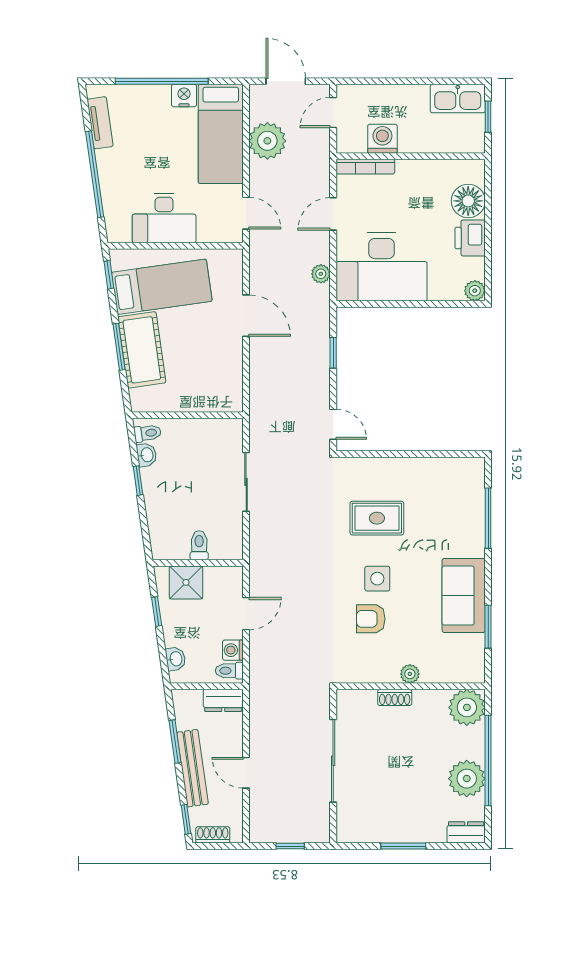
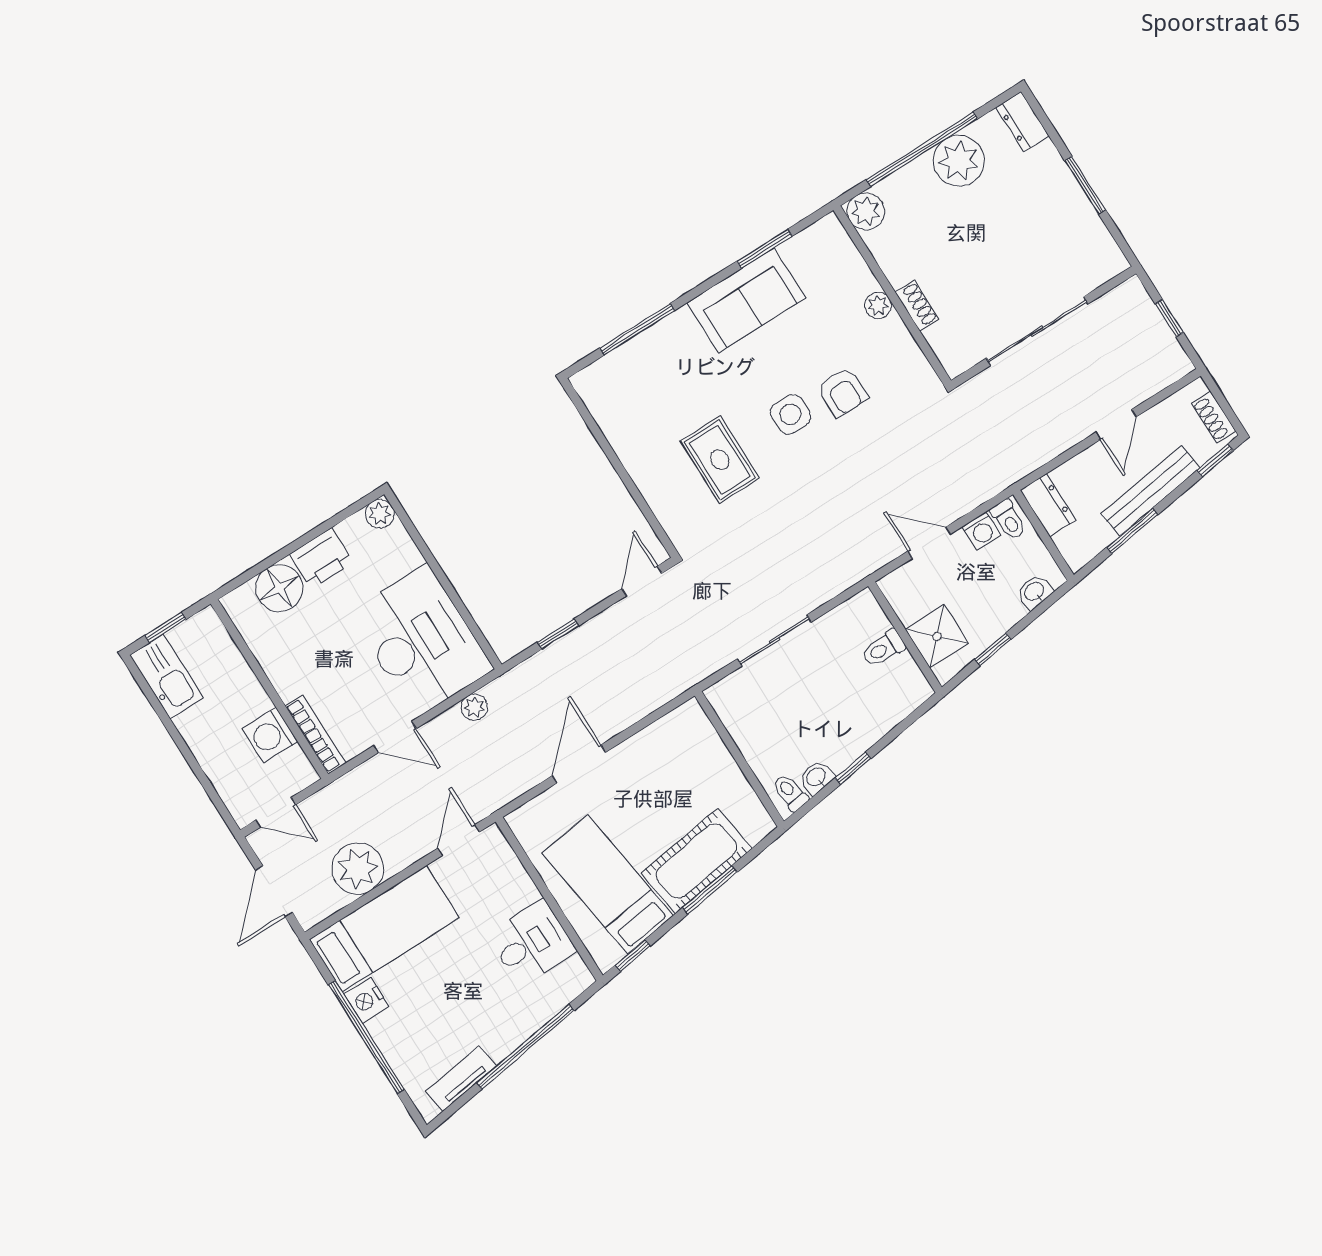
desk: (164, 218) -> (531, 943), width x0.73
plant: (467, 707) -> (866, 211), width x0.73, depth x0.73

